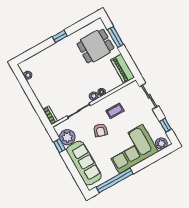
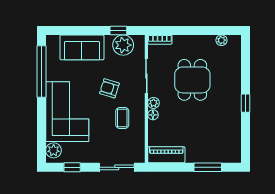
dining table: (95, 46) -> (192, 80), moved
sofa: (84, 163) -> (82, 47), width x0.73

